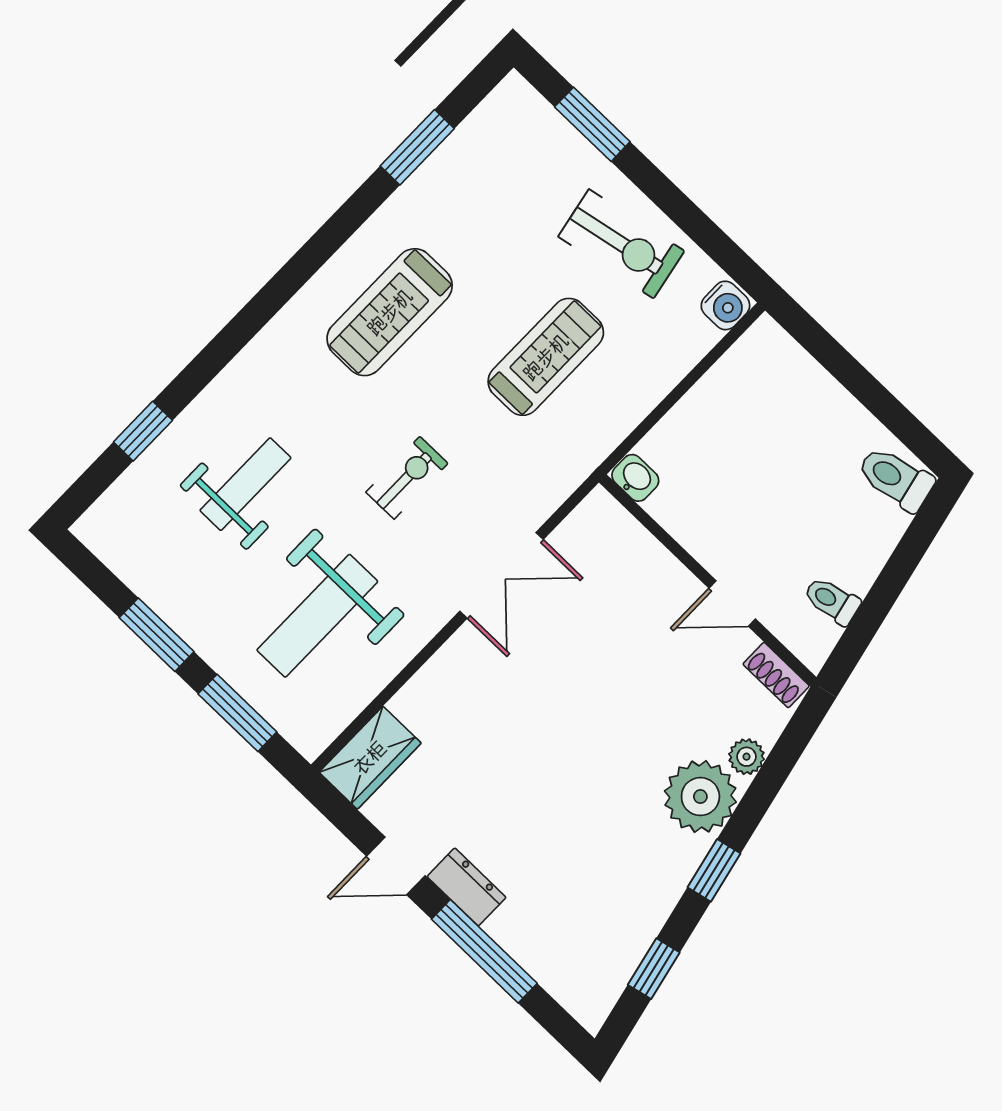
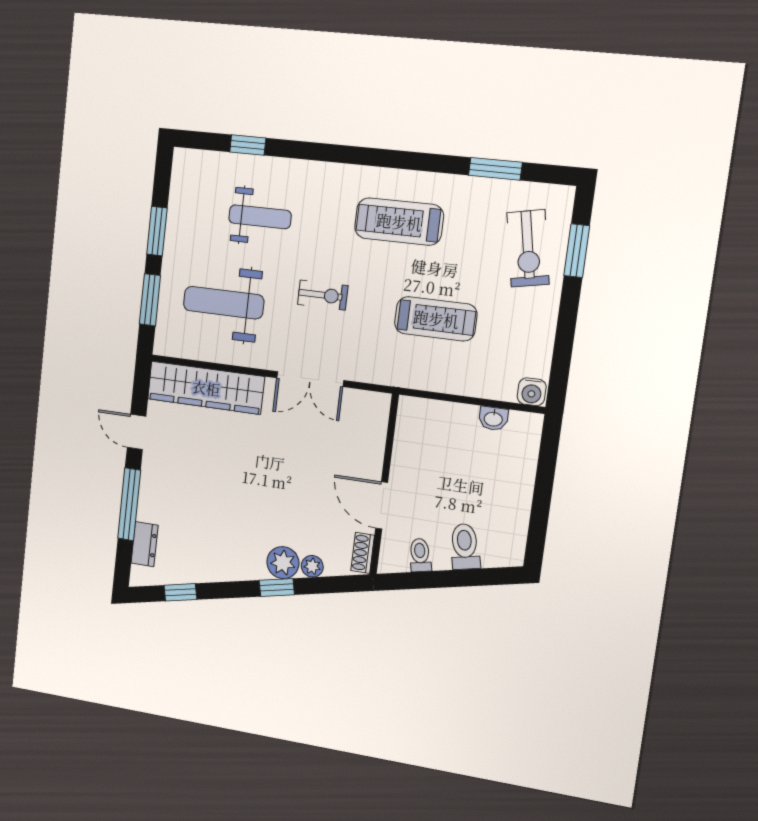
exercise bike: (621, 244) -> (528, 248), moved
washbasin: (635, 478) -> (493, 419), moved, turned 90
toilet: (896, 479) -> (465, 547), moved
door: (732, 603) -> (382, 505), width x1.38
wardrobe: (370, 758) -> (206, 388), width x2.10, depth x1.17
plant: (700, 797) -> (283, 563), width x0.73, depth x0.73
window: (714, 870) -> (277, 587), moved
dresser: (467, 887) -> (144, 544), moved

